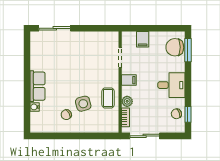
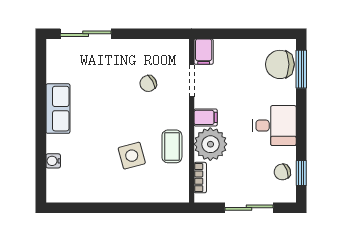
filing cabinet: (143, 39) -> (204, 52), moved
row of seats: (38, 86) -> (58, 109), moved
plant: (127, 101) -> (210, 144), width x1.87, depth x1.87
chair: (66, 115) -> (148, 83), moved
sliding door: (145, 136) -> (249, 208), moved

